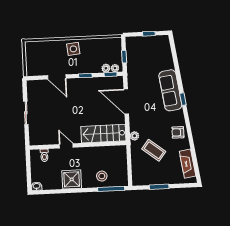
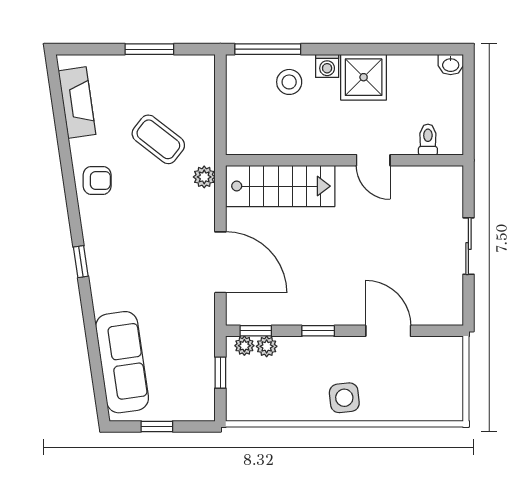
sofa: (170, 90) -> (122, 362), moved
washing machine: (87, 183) -> (327, 66), added

